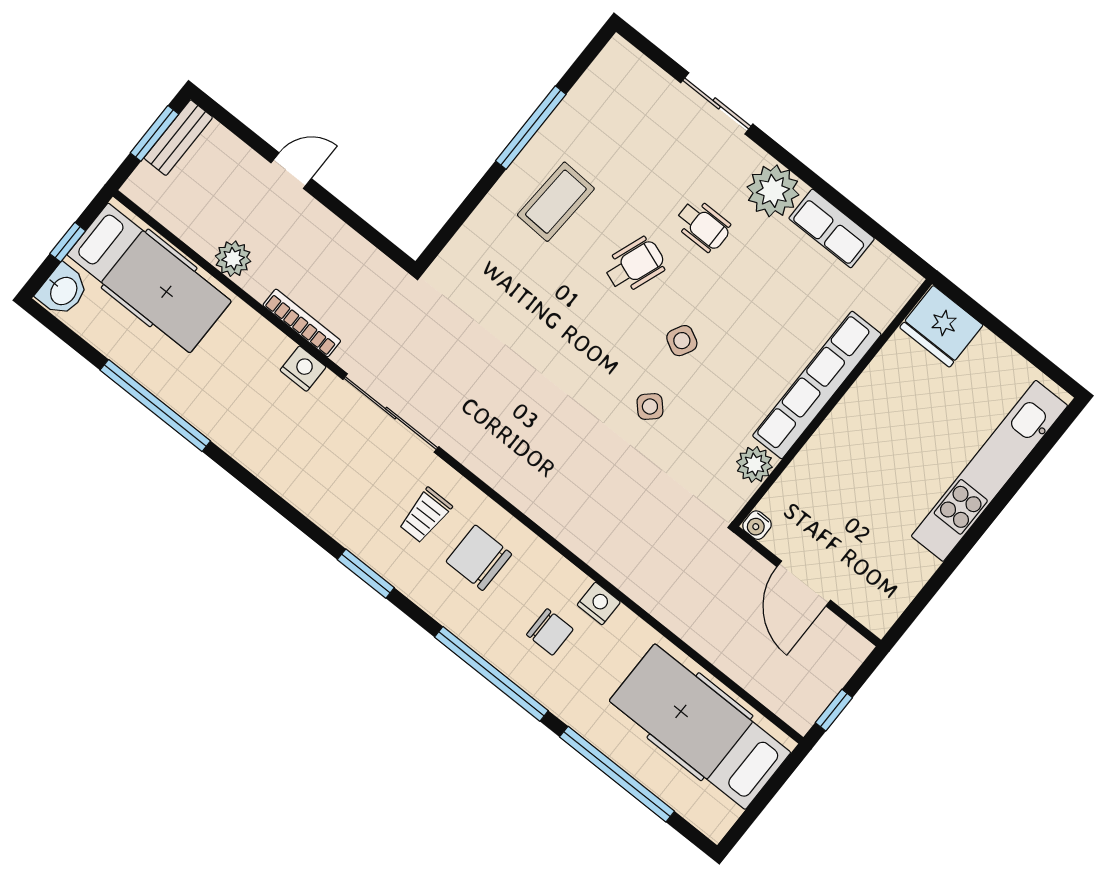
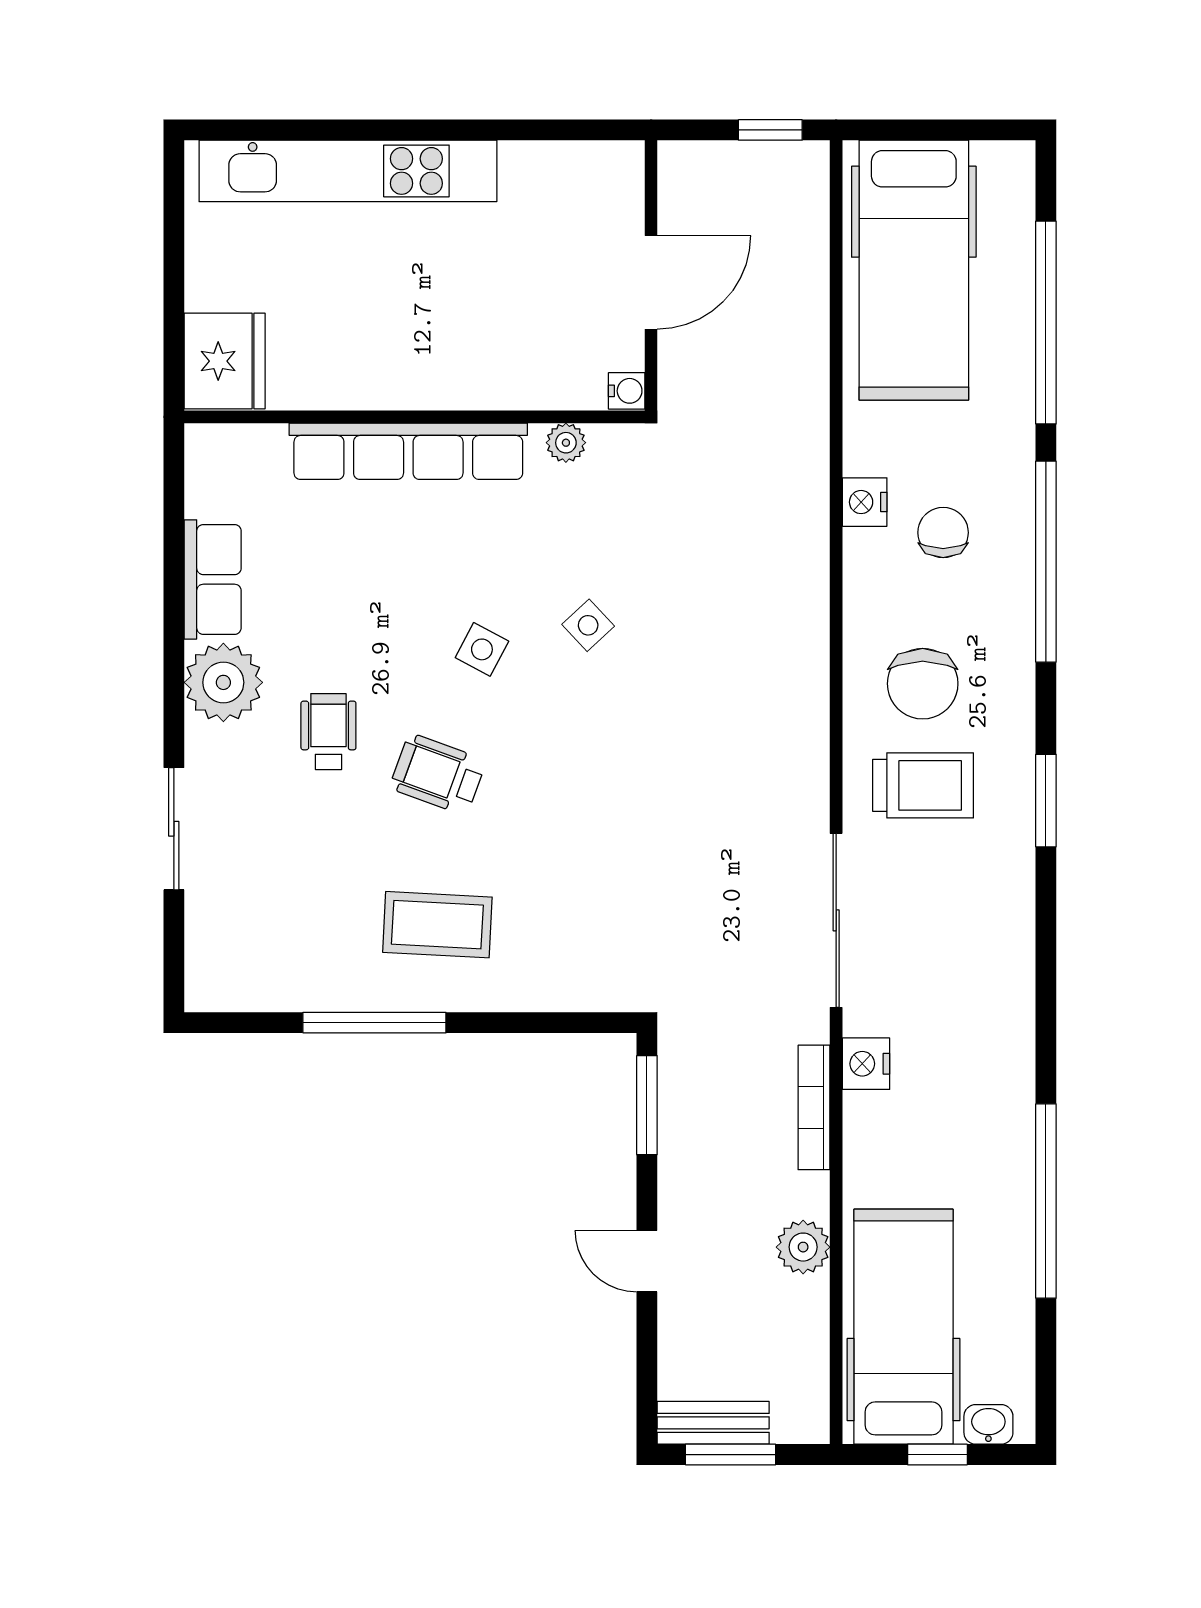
window: (373, 236) -> (647, 1105), added
washbasin: (63, 290) -> (988, 1424), width x0.72, depth x0.69
plant: (754, 464) -> (566, 443), width x0.73, depth x0.73
trolley: (425, 515) -> (923, 785), width x1.36, depth x1.39

